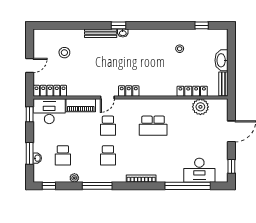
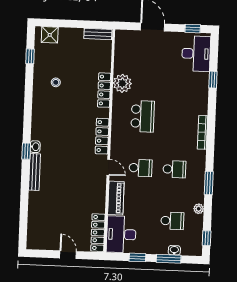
shower: (221, 42) -> (50, 35), added
stool: (64, 53) -> (55, 214), removed
washbasin: (222, 60) -> (71, 35), removed
locker: (129, 91) -> (102, 136), width x1.53
locker: (192, 91) -> (104, 90), moved
plant: (200, 107) -> (122, 83), moved
window: (30, 114) -> (137, 257), moved
desk: (199, 170) -> (196, 54), moved
window: (97, 186) -> (209, 183), width x0.69
window: (188, 186) -> (213, 80), width x0.32

